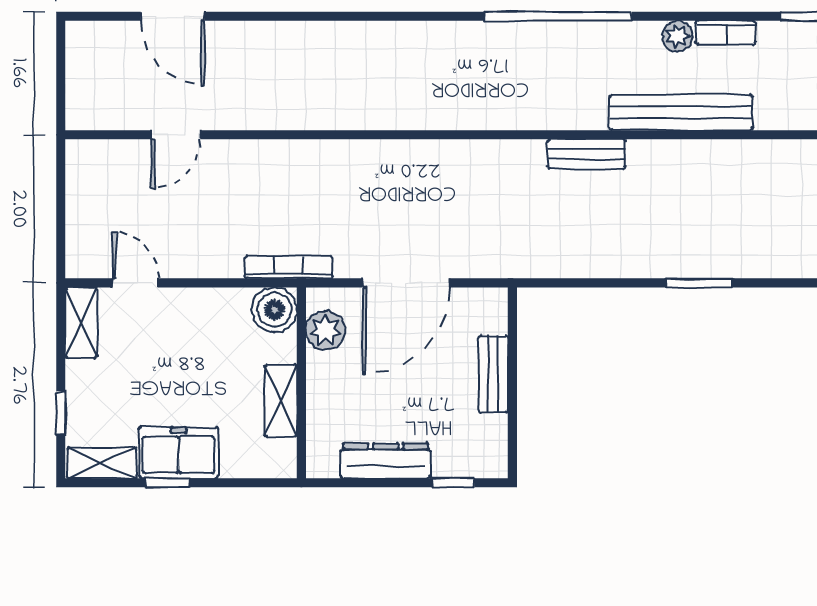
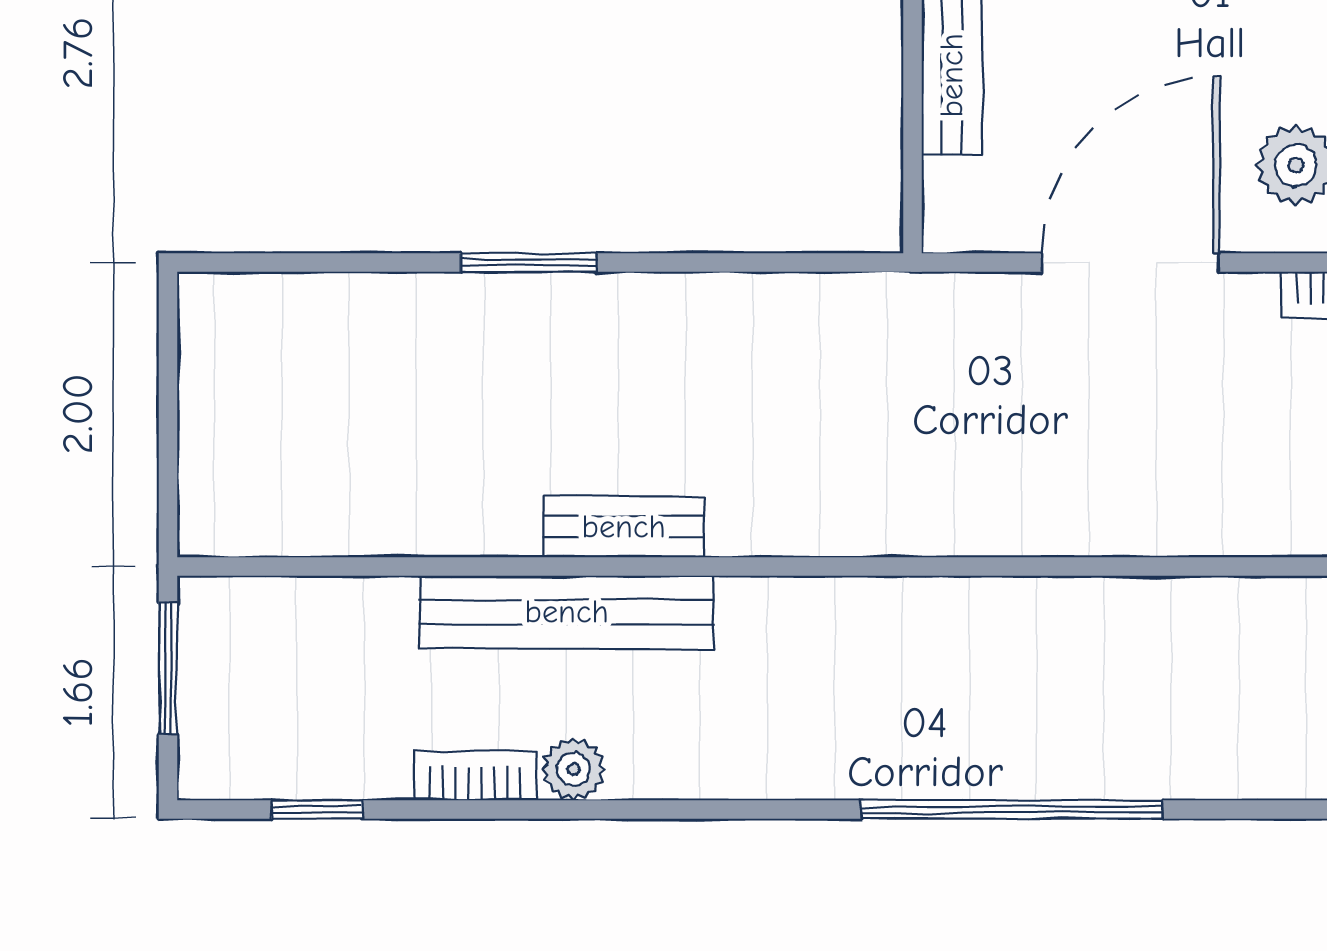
window: (558, 16) -> (1012, 809), moved
bench: (587, 154) -> (624, 527), moved

